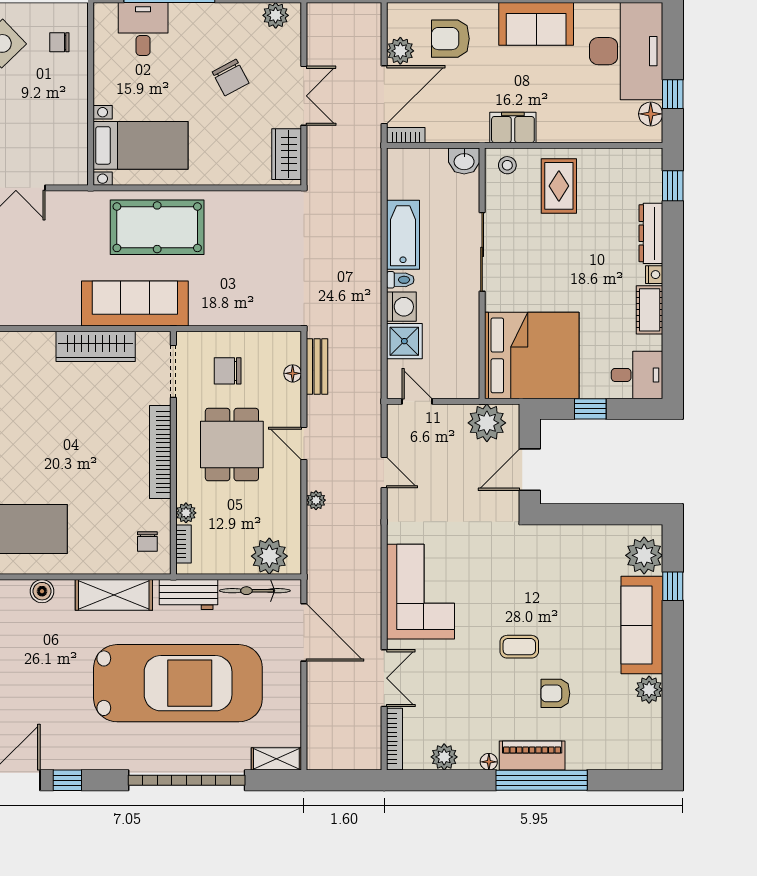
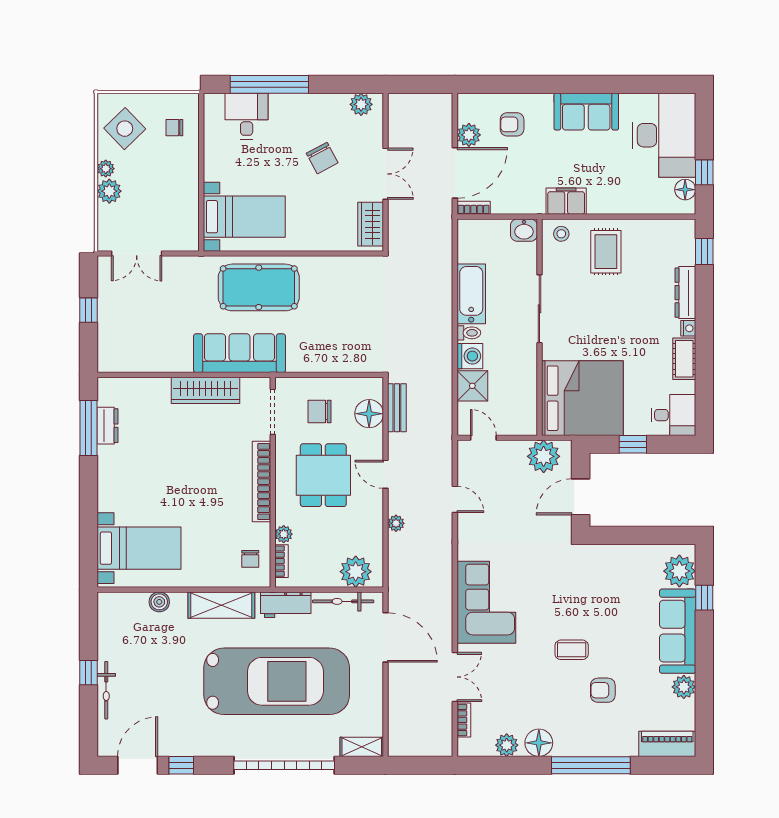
armchair: (450, 39) -> (512, 124), width x0.72, depth x0.72
floor lamp: (293, 373) -> (369, 414), width x1.89, depth x1.89
bookcase: (395, 739) -> (464, 720), width x0.64
piano: (532, 756) -> (667, 744), moved
floor lamp: (489, 762) -> (539, 743), width x1.89, depth x1.89

